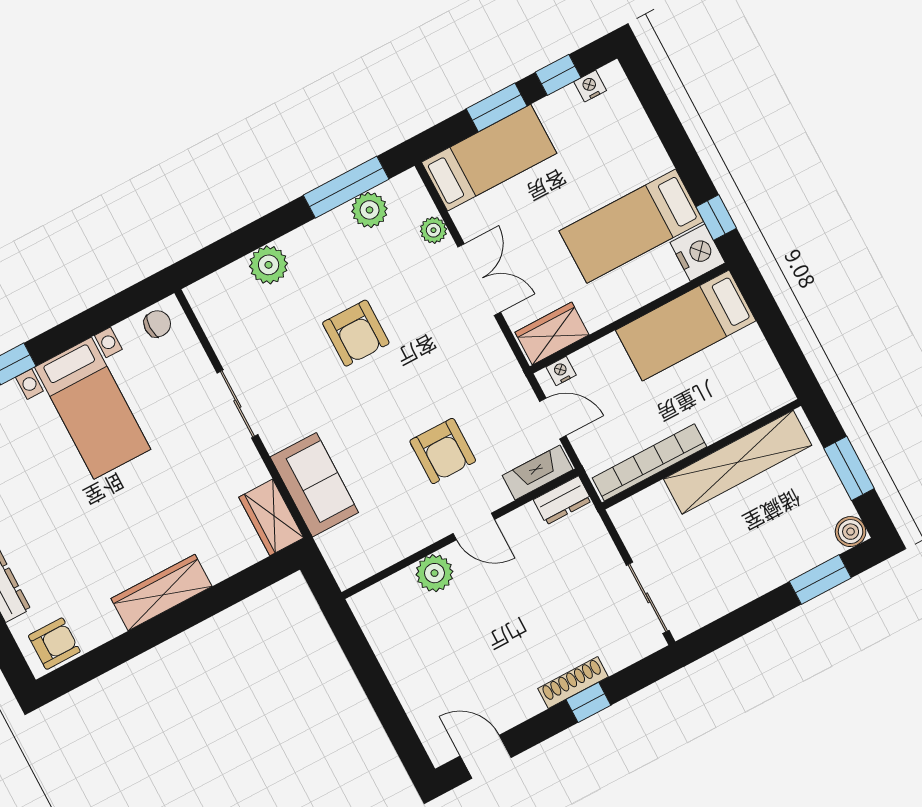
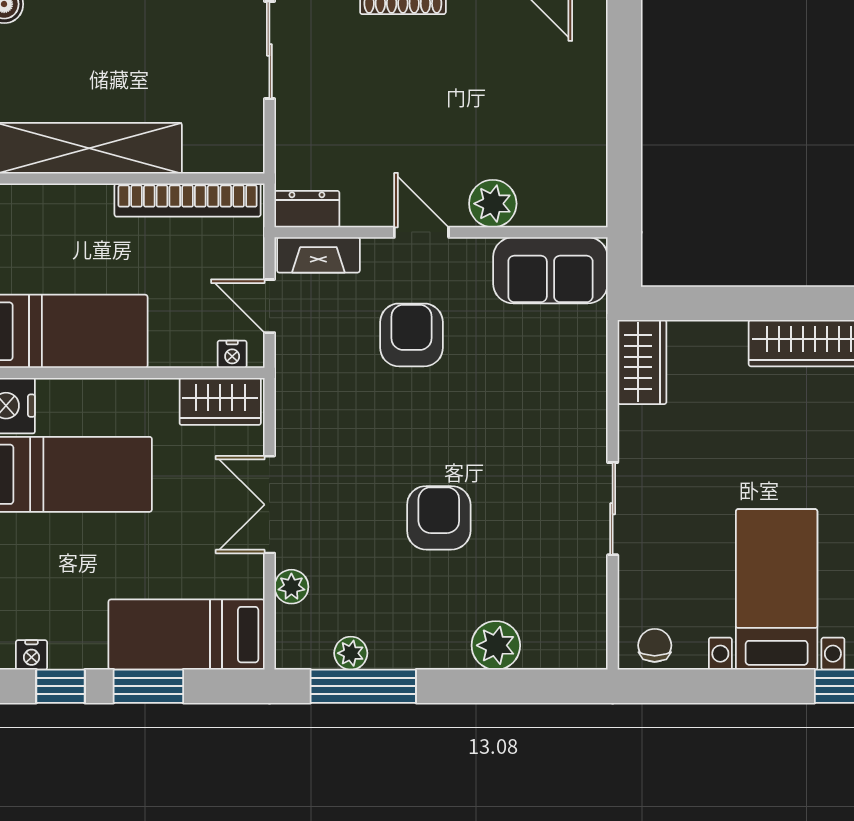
plant: (370, 210) -> (351, 653), width x0.73, depth x0.73
chair: (157, 324) -> (655, 645), turned 90
sofa: (314, 485) -> (550, 270), moved, turned -90

